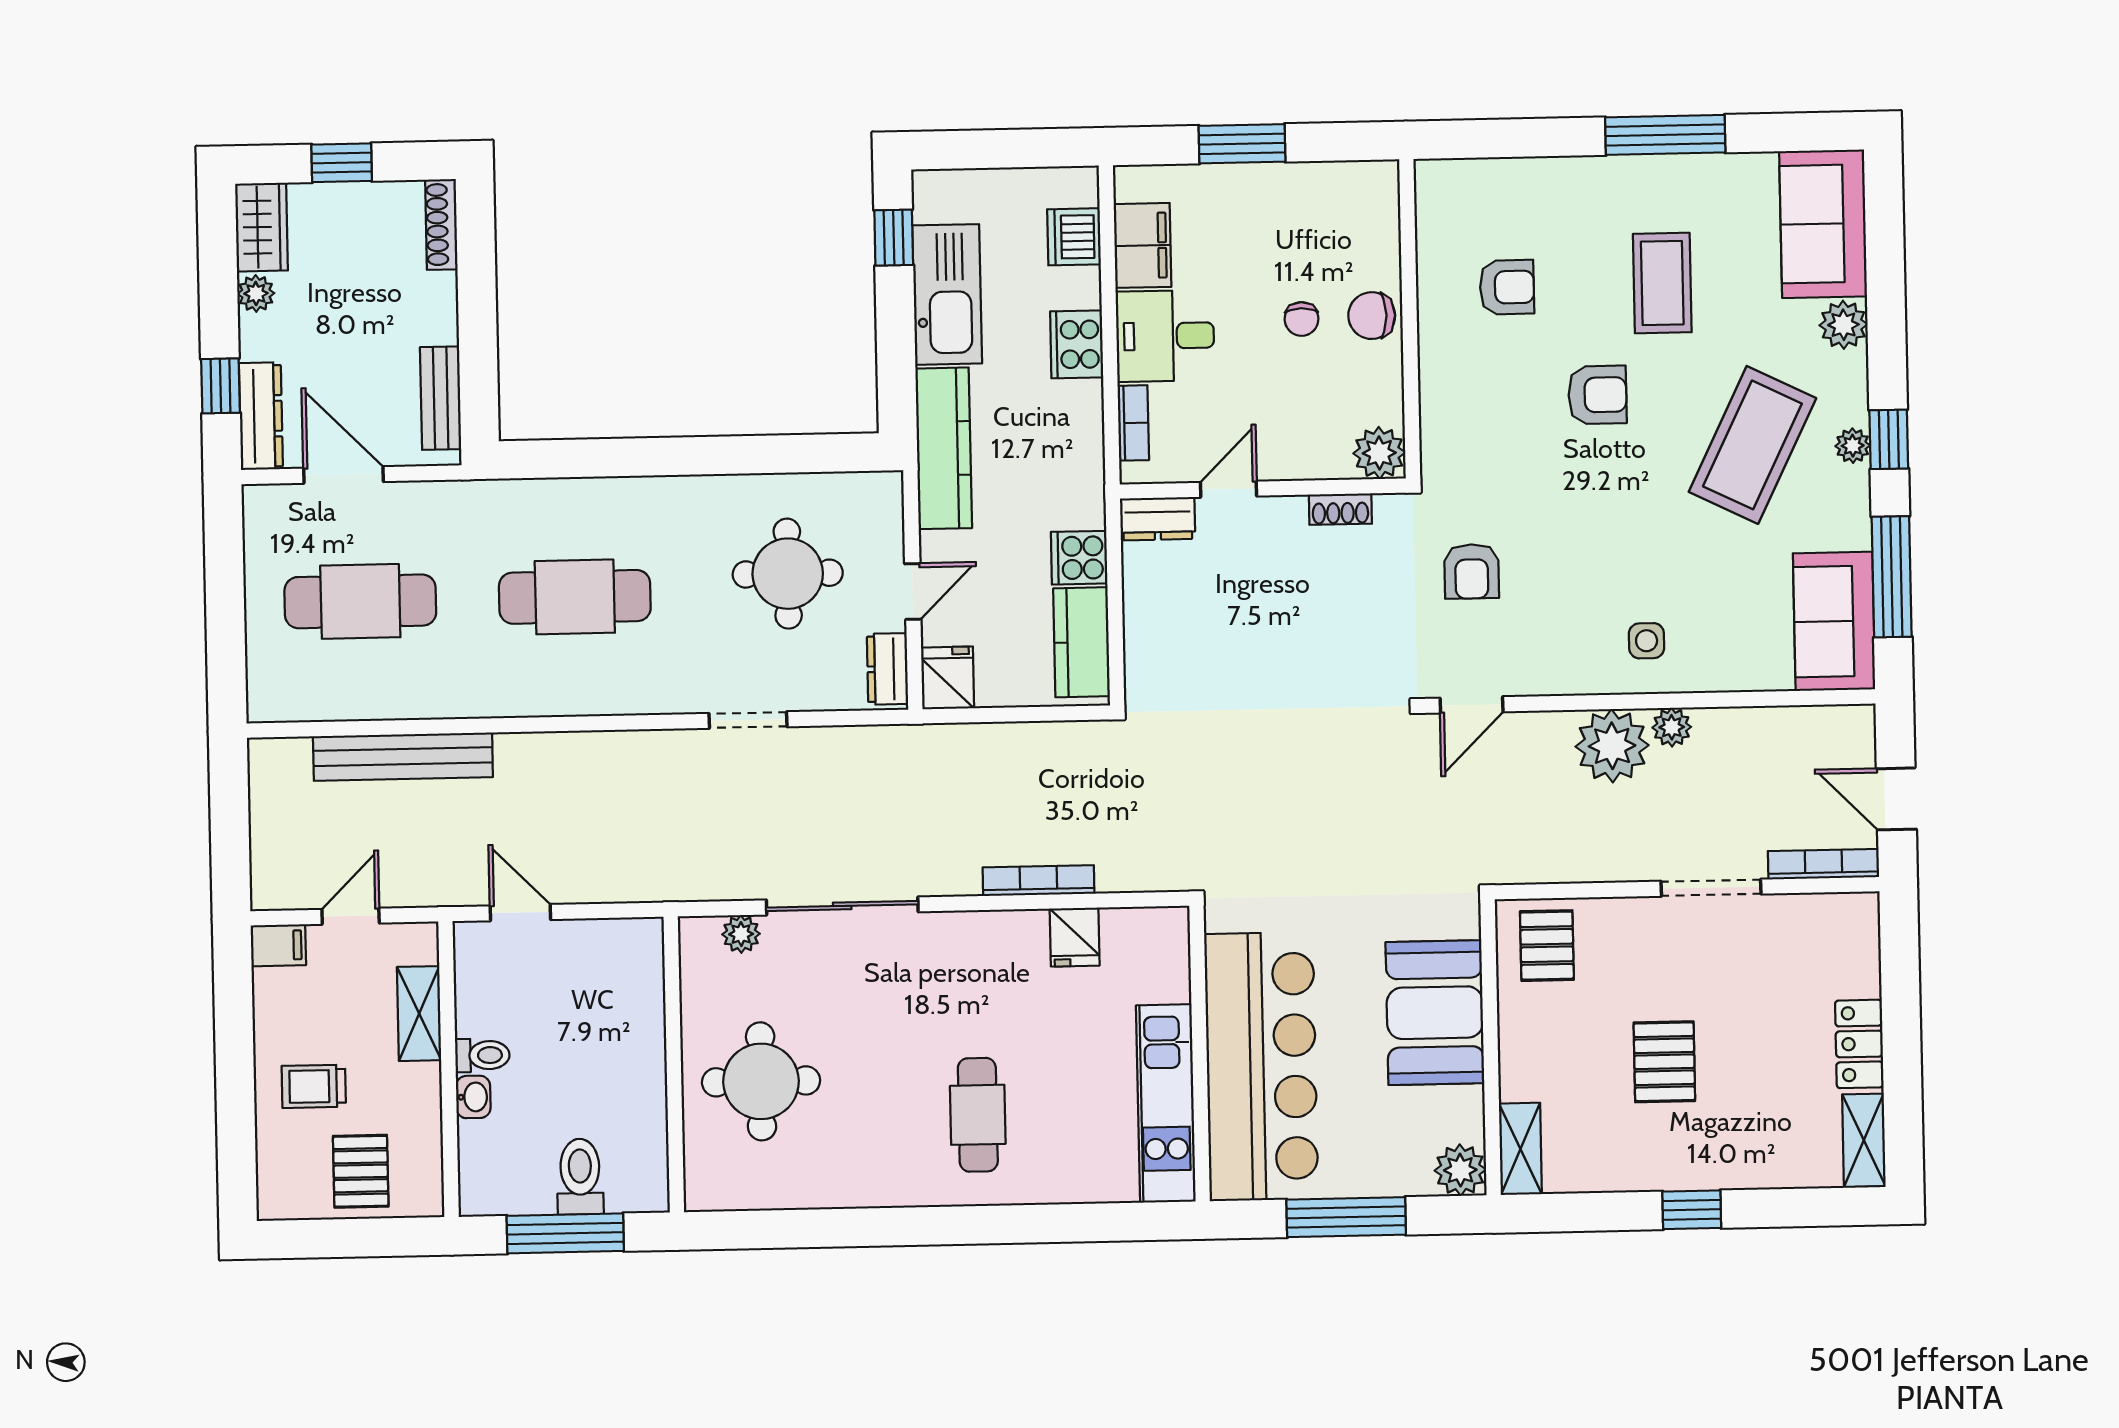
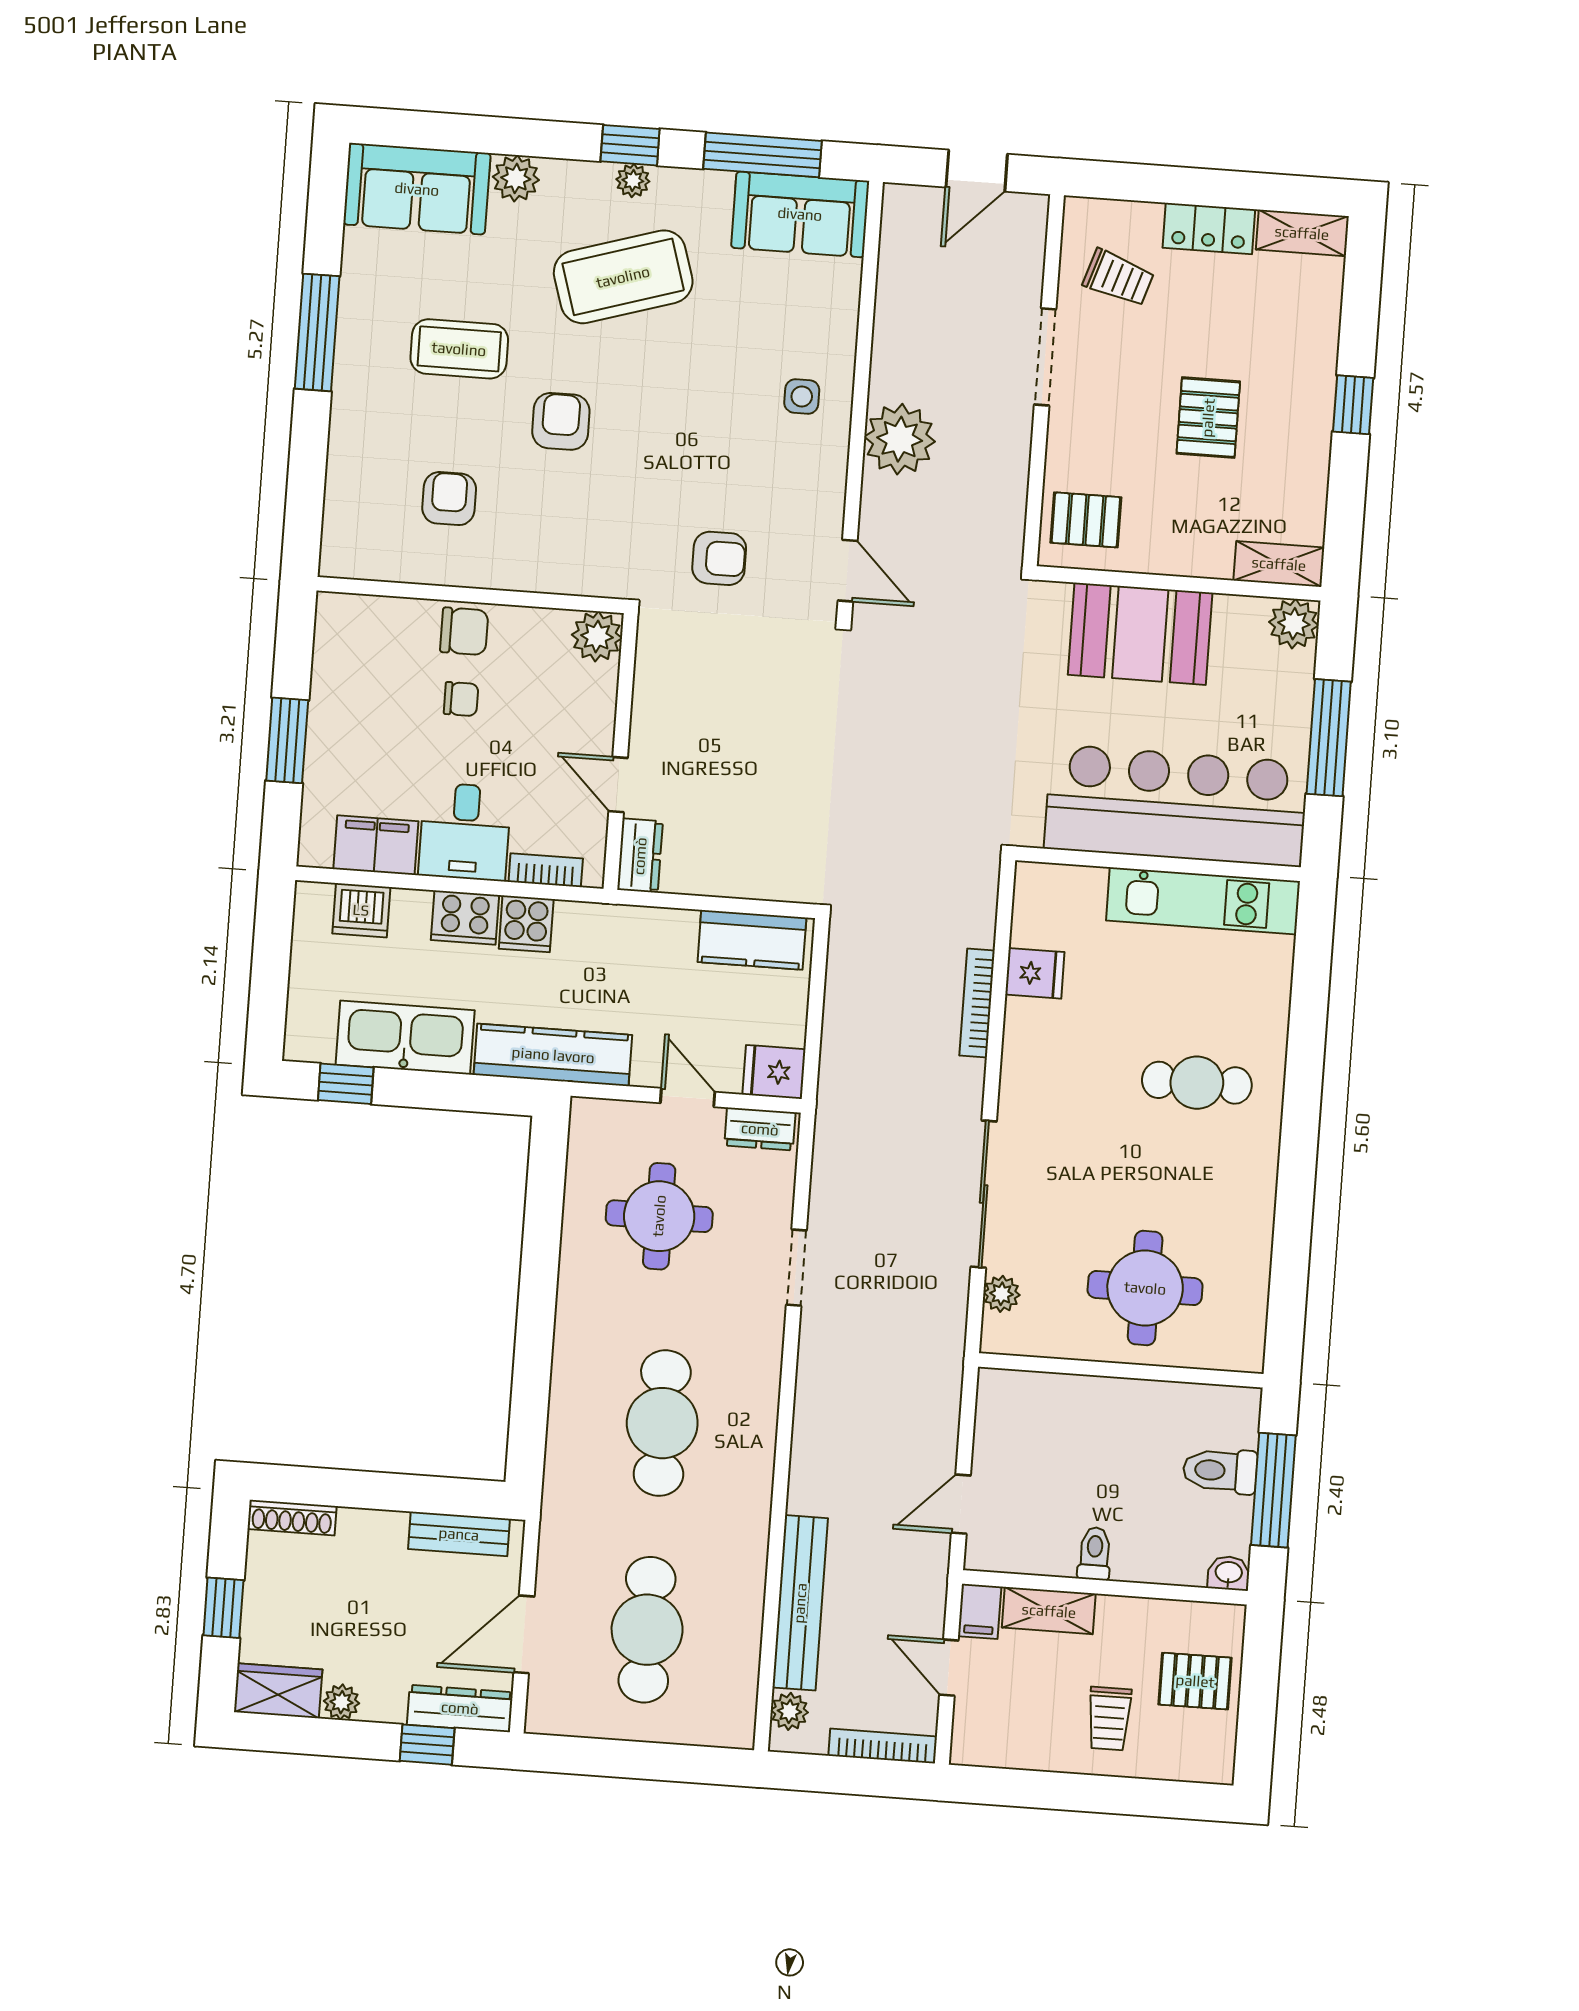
chair: (1372, 316) -> (464, 631), turned -90
coffee table: (1752, 445) -> (623, 277), turned -43
shoe rack: (1340, 509) -> (647, 679), removed
cooker: (1079, 558) -> (526, 924), moved
plant: (1672, 727) -> (789, 1711), moved
bookcase: (1824, 864) -> (883, 1746), moved, turned 90
filing cabinet: (278, 945) -> (980, 1611), moved, turned 180
trolley: (1800, 956) -> (1118, 278), added
pallet: (1664, 1062) -> (1208, 418), turned 90
washbasin: (473, 1097) -> (1229, 1573), moved

